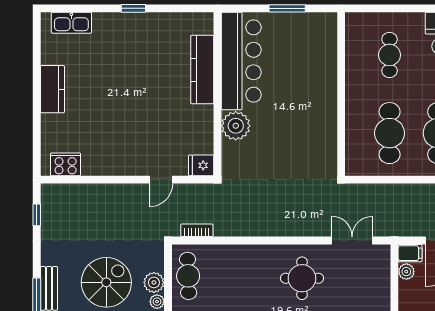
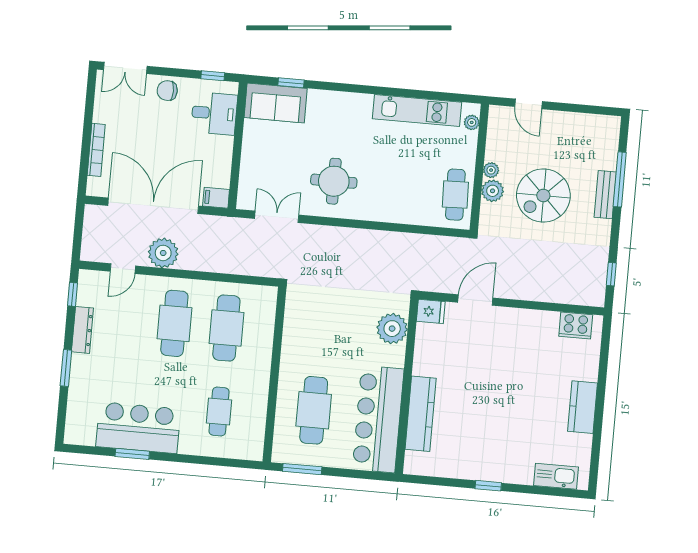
window: (287, 8) -> (302, 469), moved
cafe table: (302, 64) -> (314, 410), added
plant: (236, 126) -> (392, 329), moved
door: (161, 180) -> (475, 300), width x1.37
bookcase: (197, 230) -> (442, 242), removed
double door: (352, 241) -> (277, 217), swing flipped
plant: (406, 272) -> (222, 178), removed

